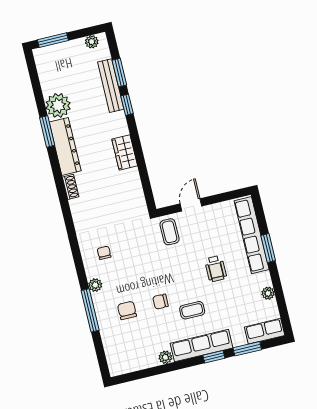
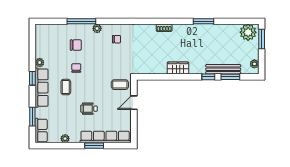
plant: (58, 105) -> (248, 32), moved
dresser: (65, 146) -> (191, 31), removed
door: (191, 205) -> (134, 103), swing flipped
window: (214, 357) -> (32, 78), moved

